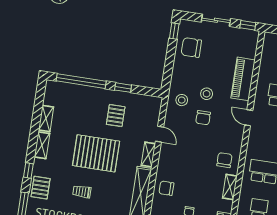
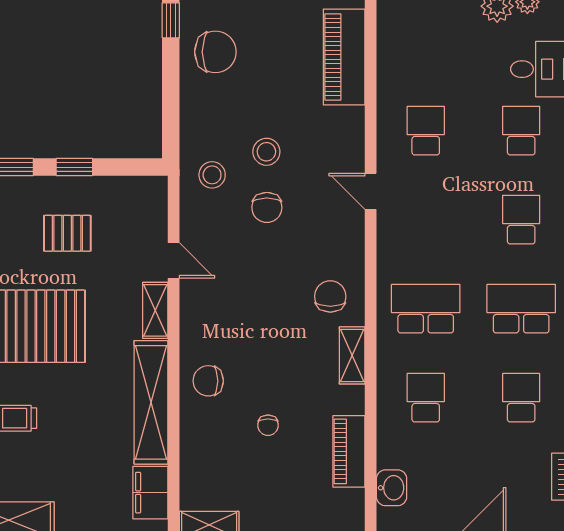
chair: (191, 47) -> (215, 52), turned 180
piano: (243, 79) -> (344, 57), moved
pallet: (116, 116) -> (67, 233), turned 90

